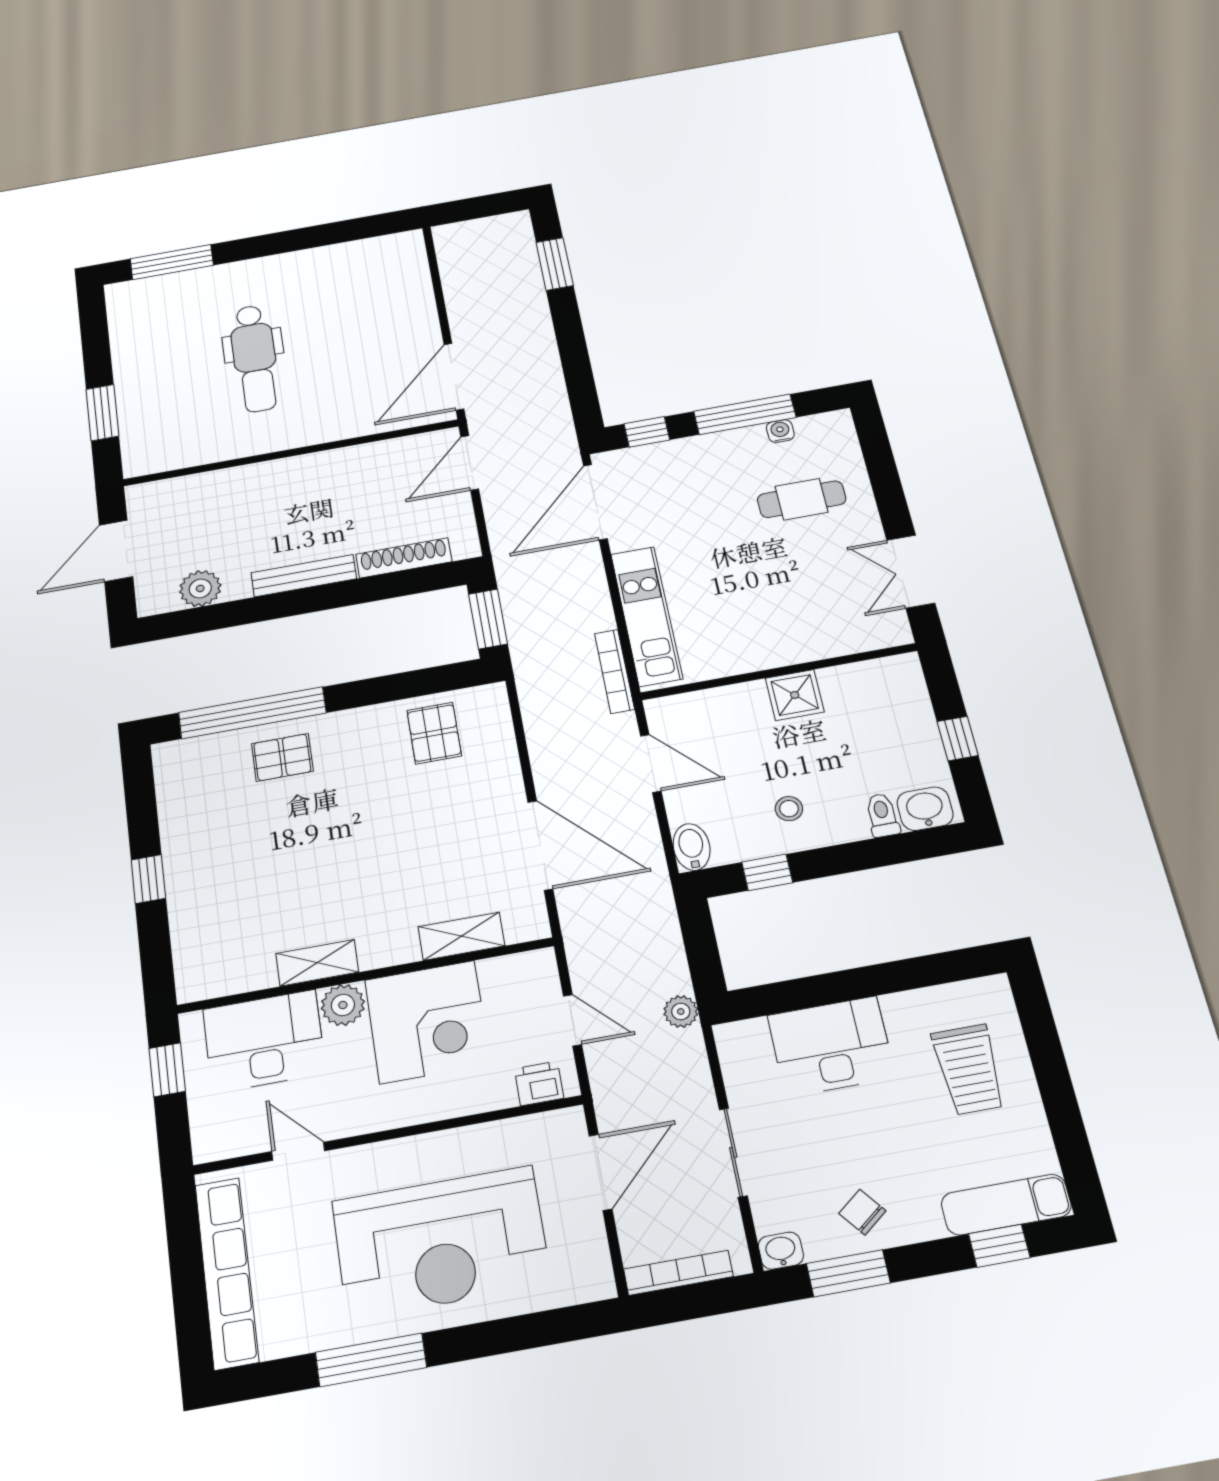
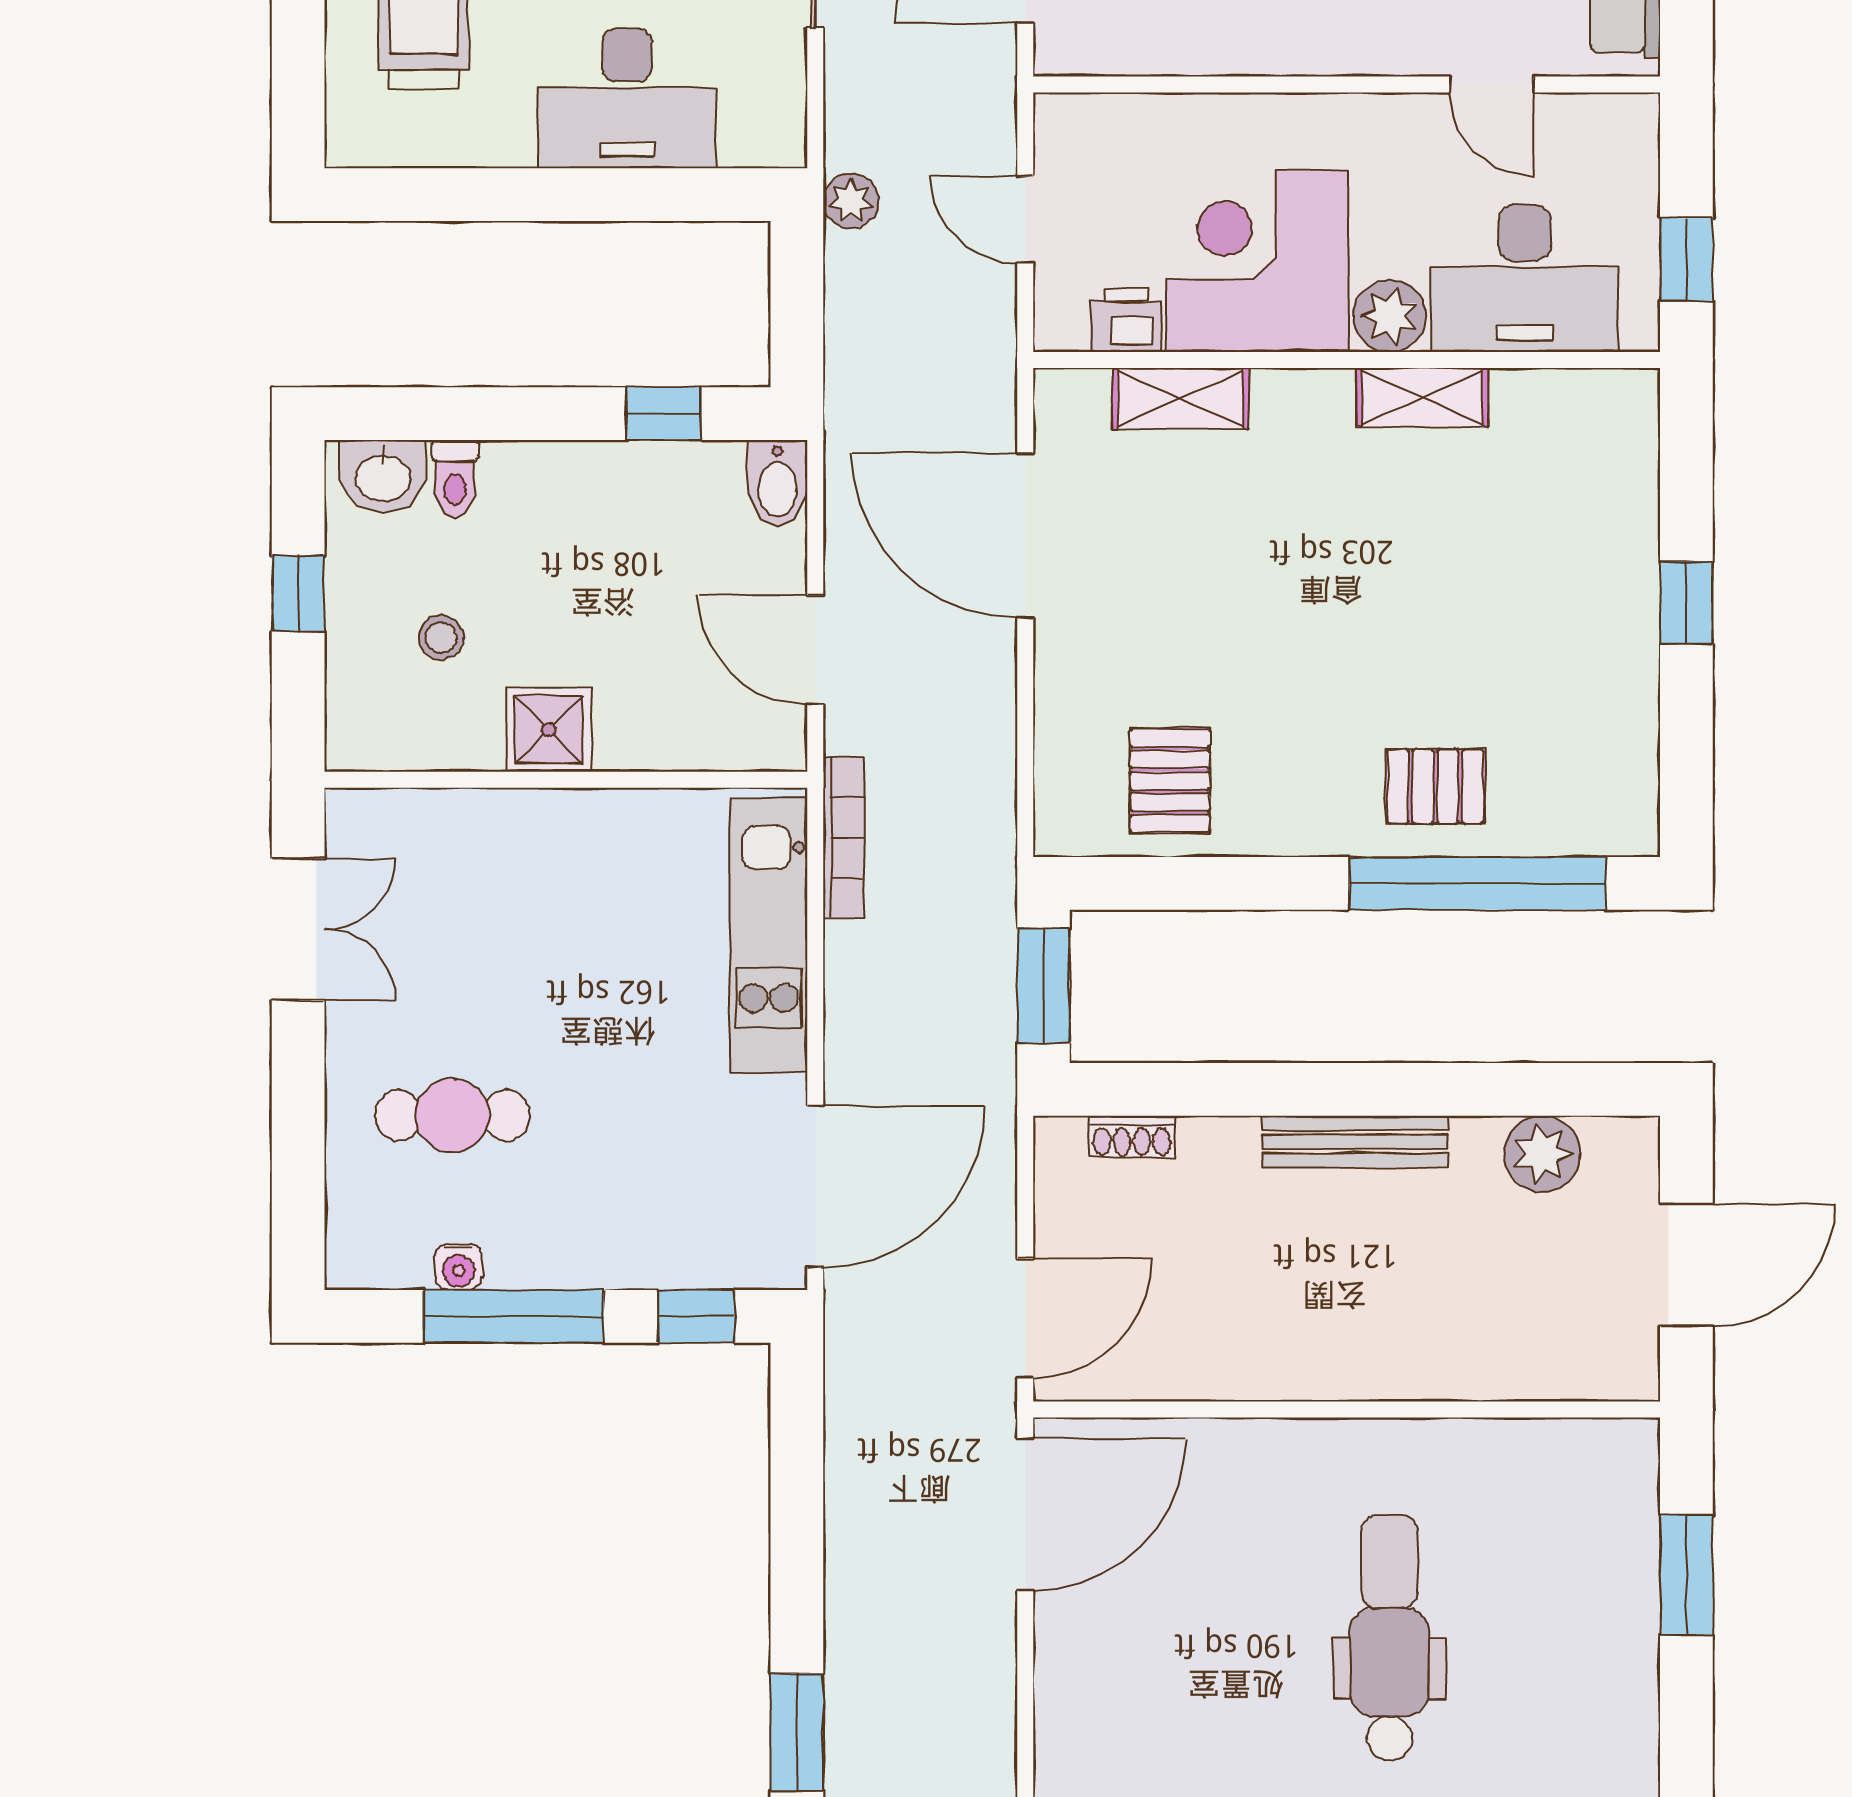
shoe rack: (404, 558) -> (1132, 1137), width x0.51, depth x0.81
stool: (789, 809) -> (441, 637), moved
printer: (539, 1083) -> (1126, 320), moved, turned 180

